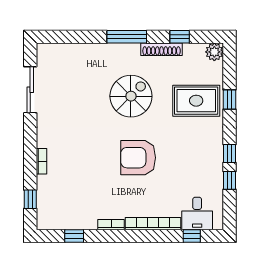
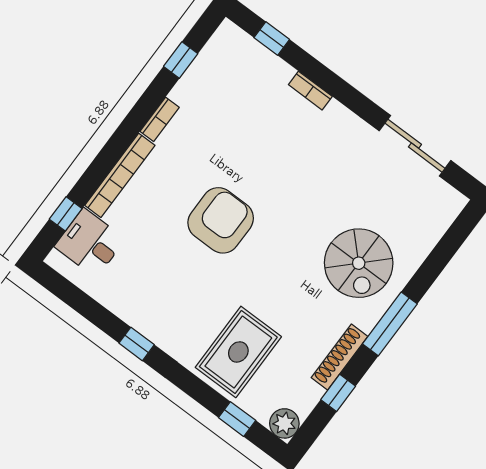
spiral stairs: (131, 96) -> (359, 263), moved
window: (230, 99) -> (237, 419), moved
window: (230, 180) -> (101, 318), removed

